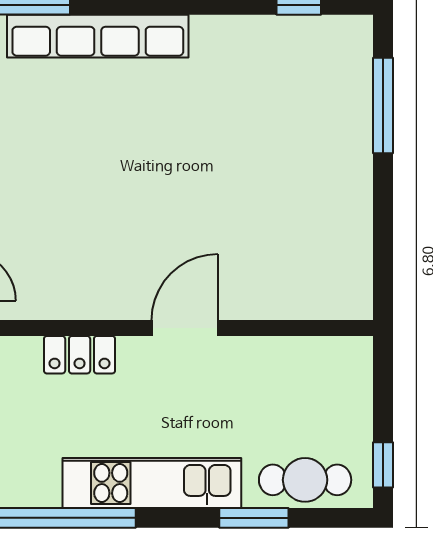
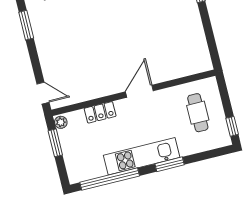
cafe table: (305, 480) -> (198, 113), moved, turned 90
window: (254, 518) -> (170, 164), moved

